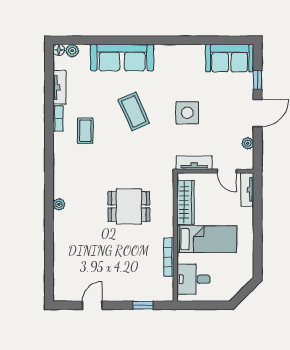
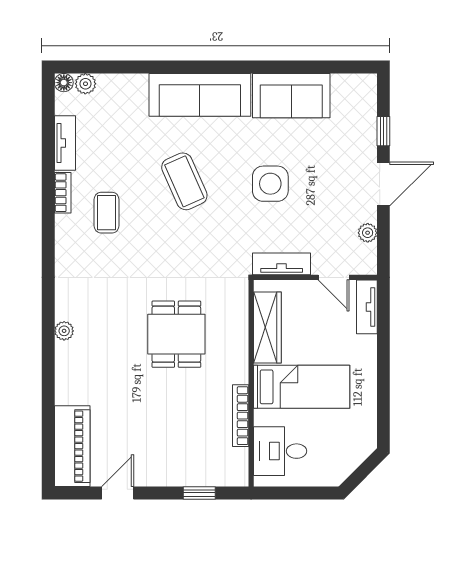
sofa: (122, 58) -> (200, 95), moved
sofa: (230, 58) -> (291, 96), moved
dining table: (129, 206) -> (176, 334), turned 90
piano: (64, 276) -> (72, 446), added

